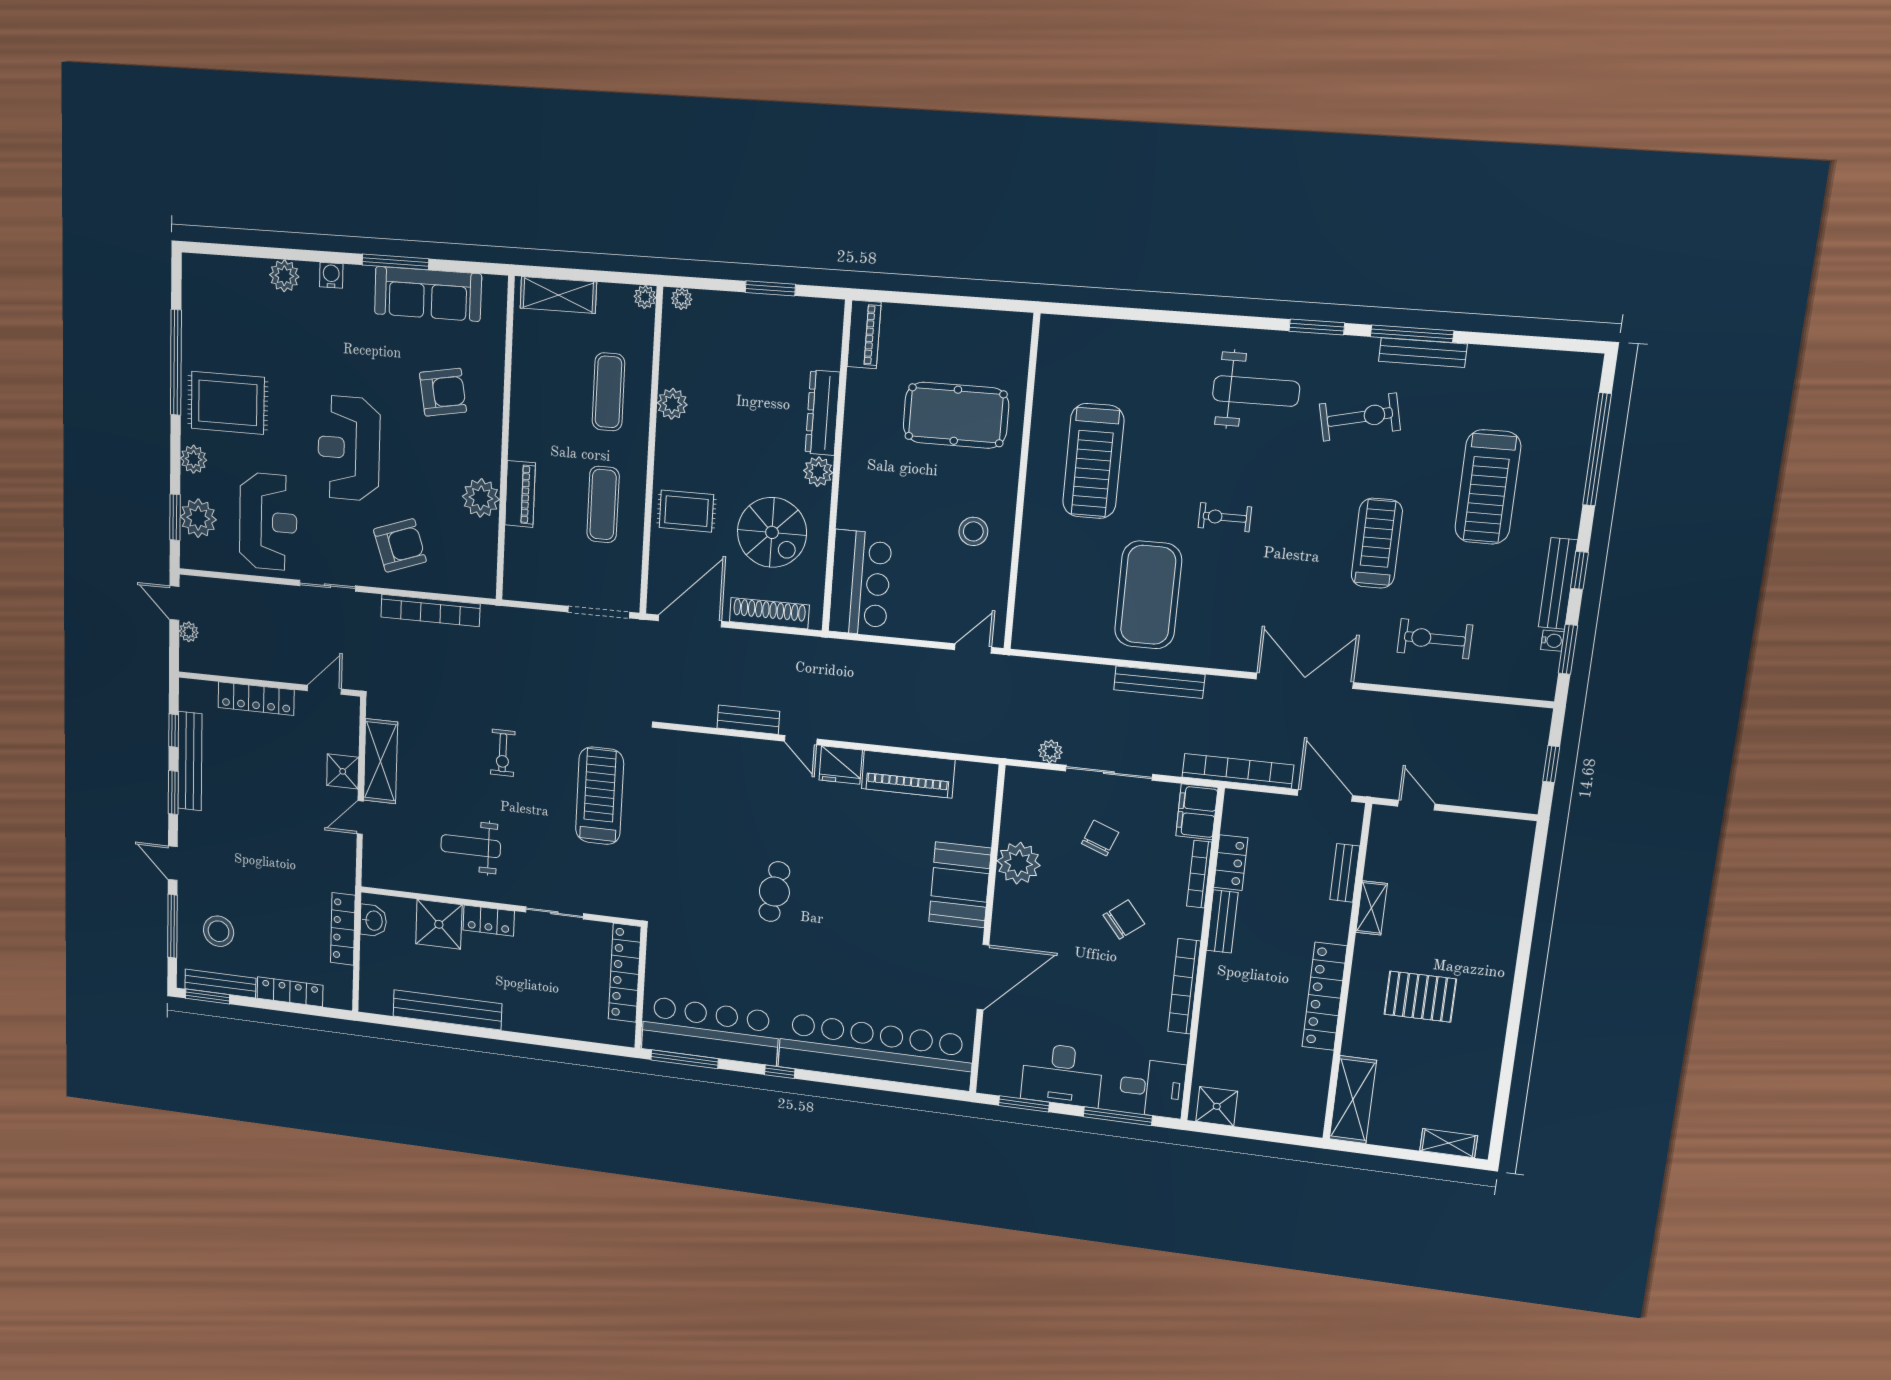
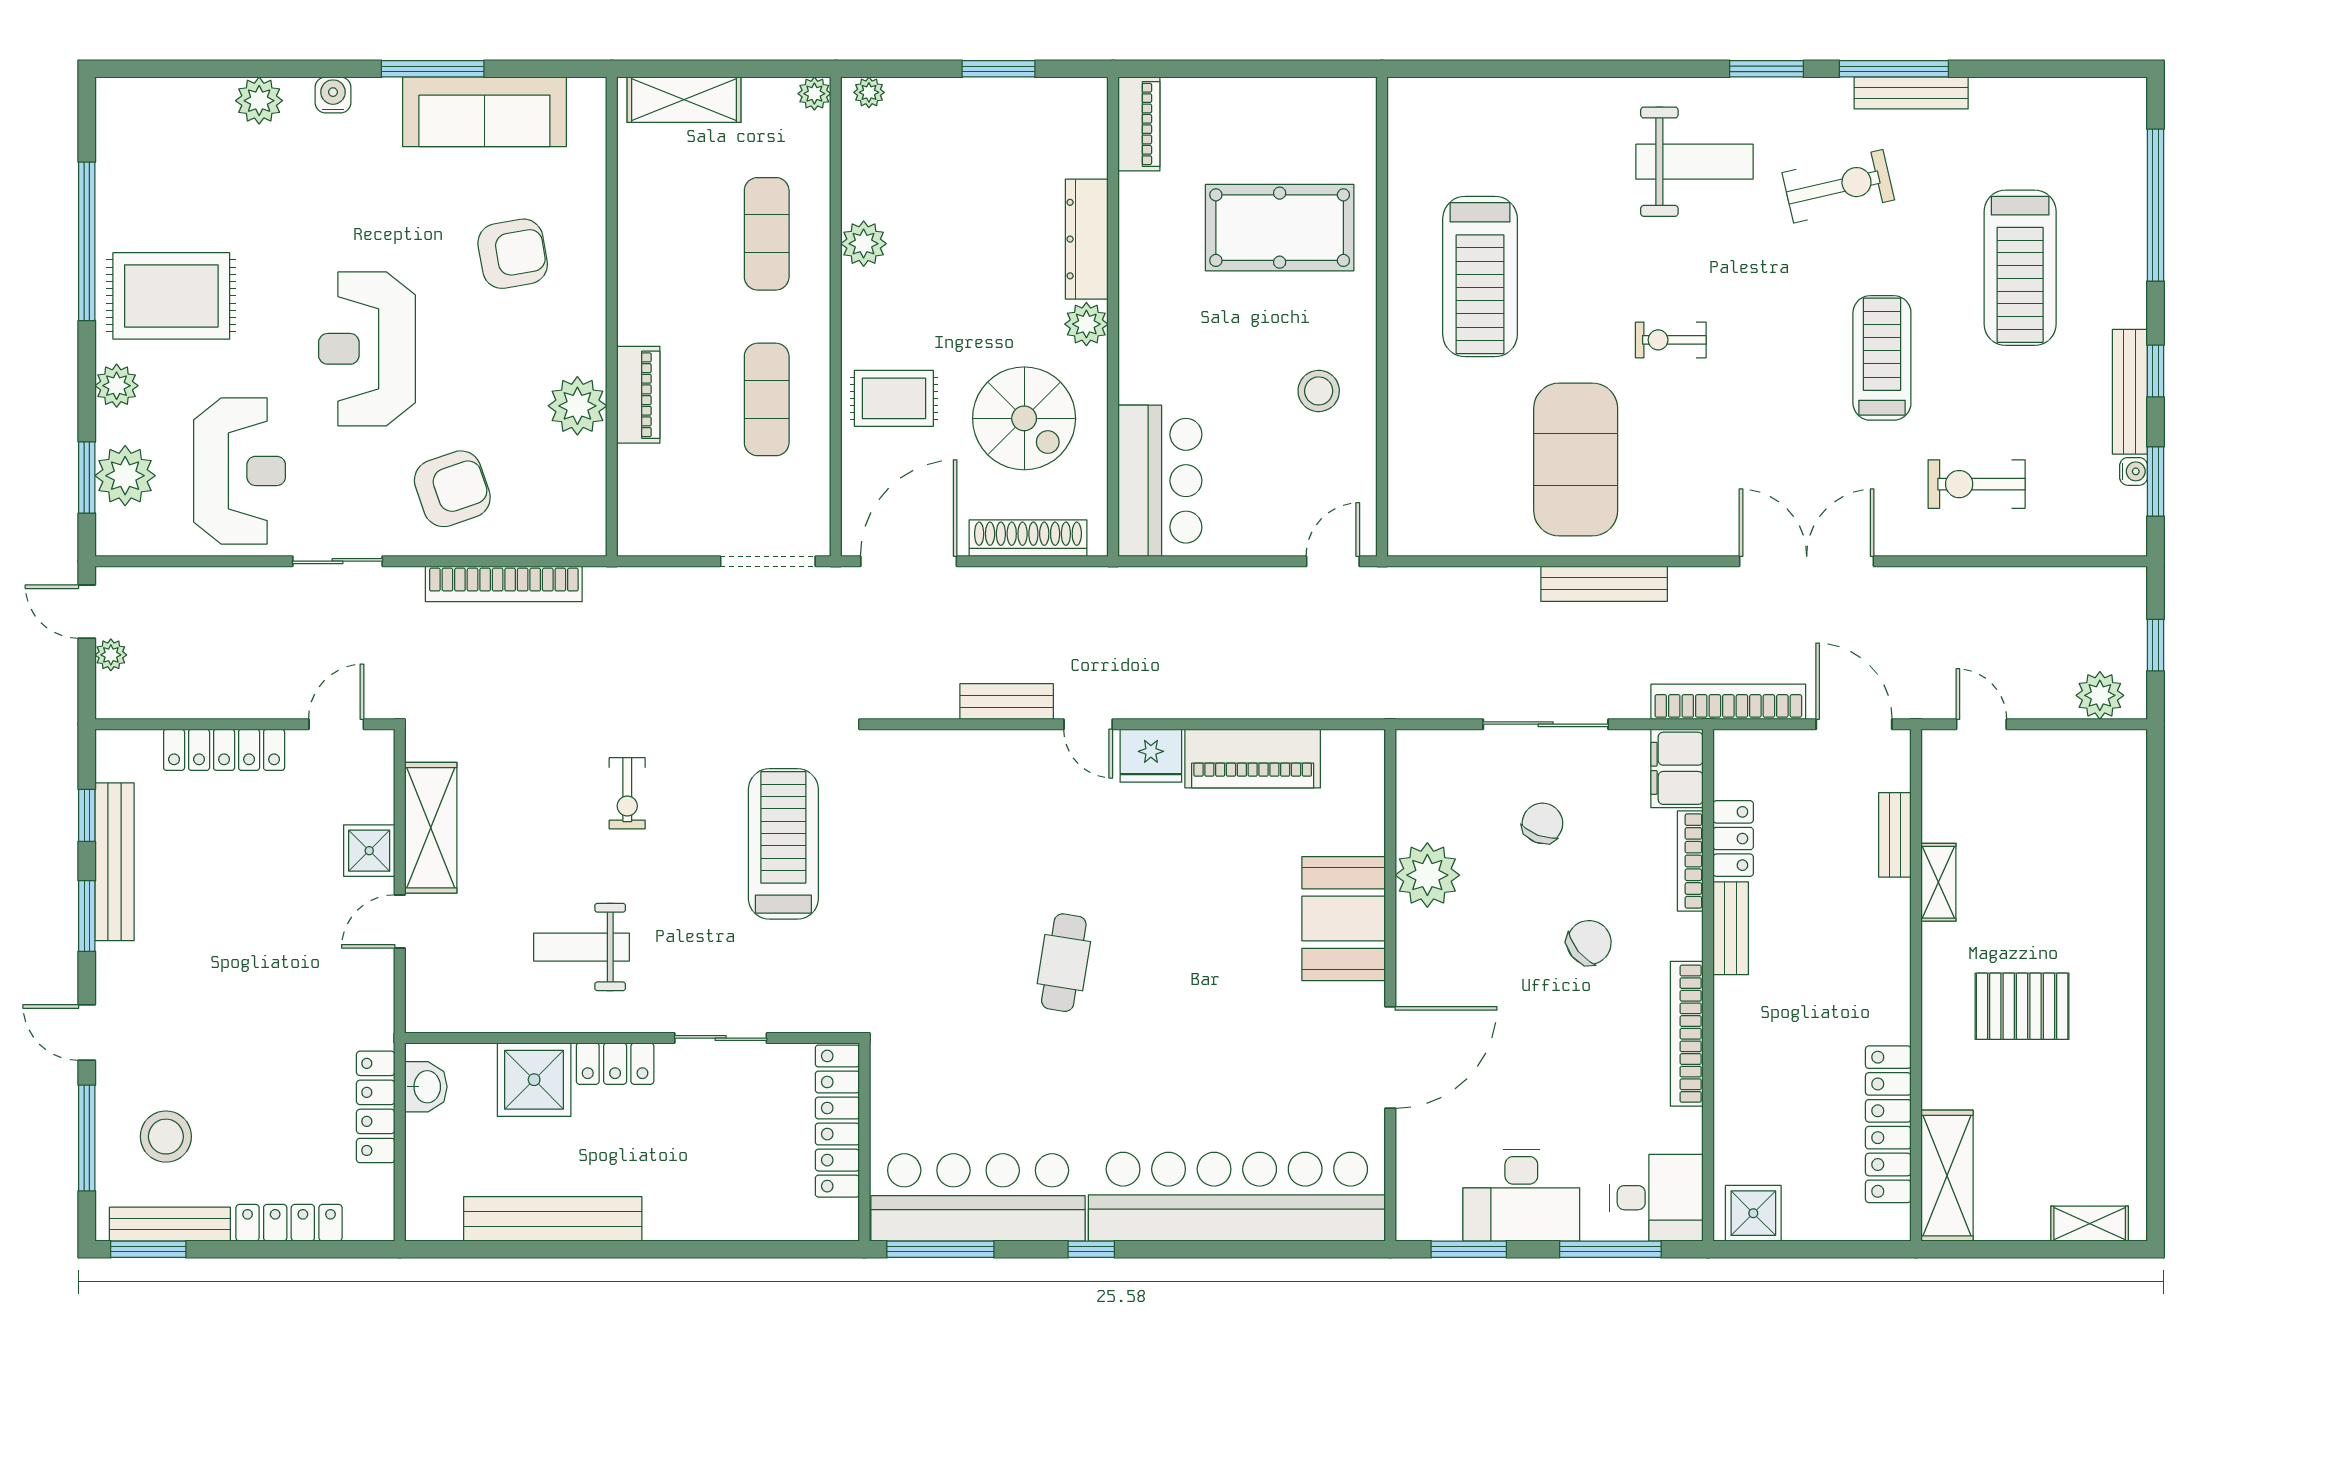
plant: (1050, 751) -> (2100, 695), moved, width x1.38, depth x1.38
locker: (1324, 996) -> (1888, 1124), moved

